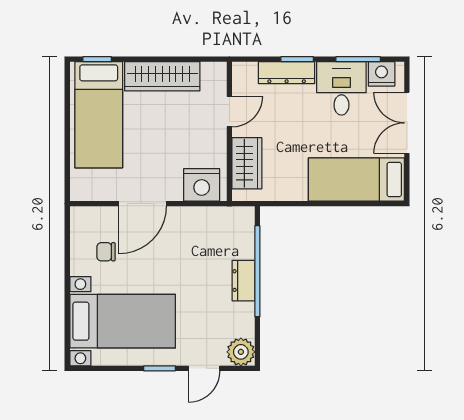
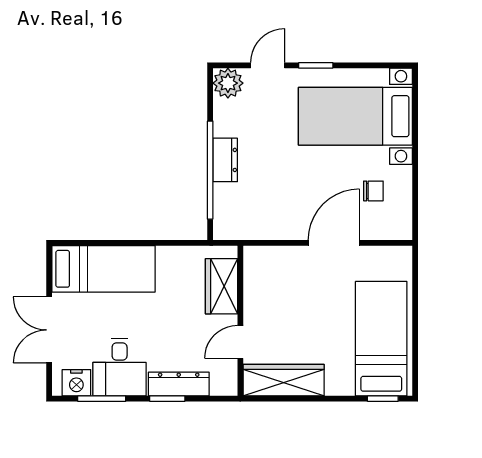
wardrobe: (162, 76) -> (284, 380), moved
double door: (407, 123) -> (49, 330), swing flipped
nightstand: (202, 185) -> (270, 263), removed

